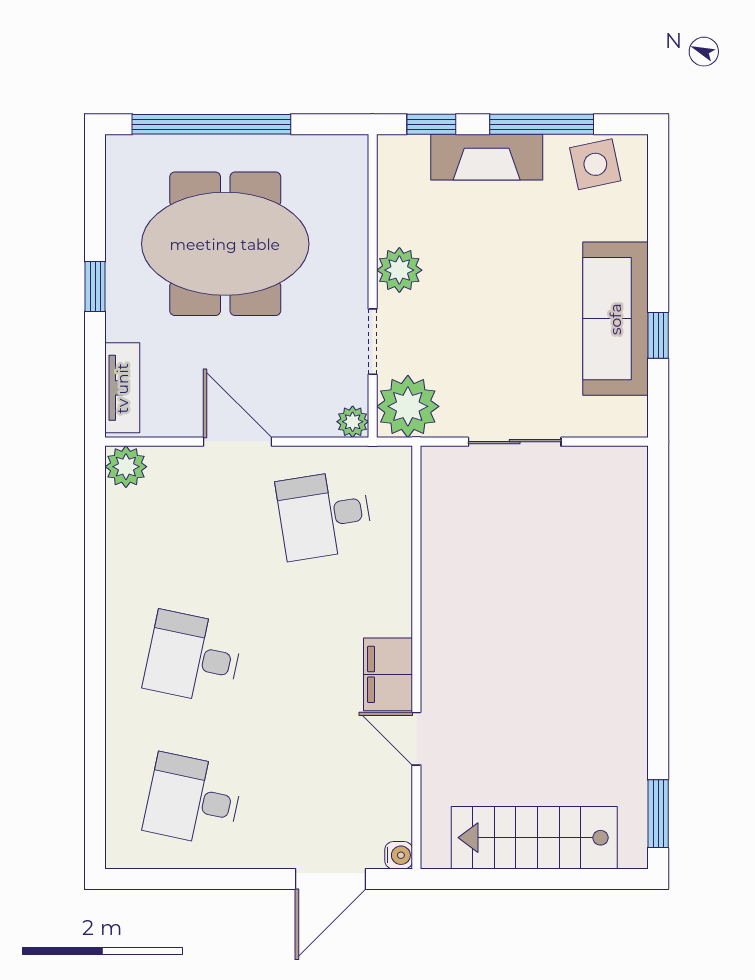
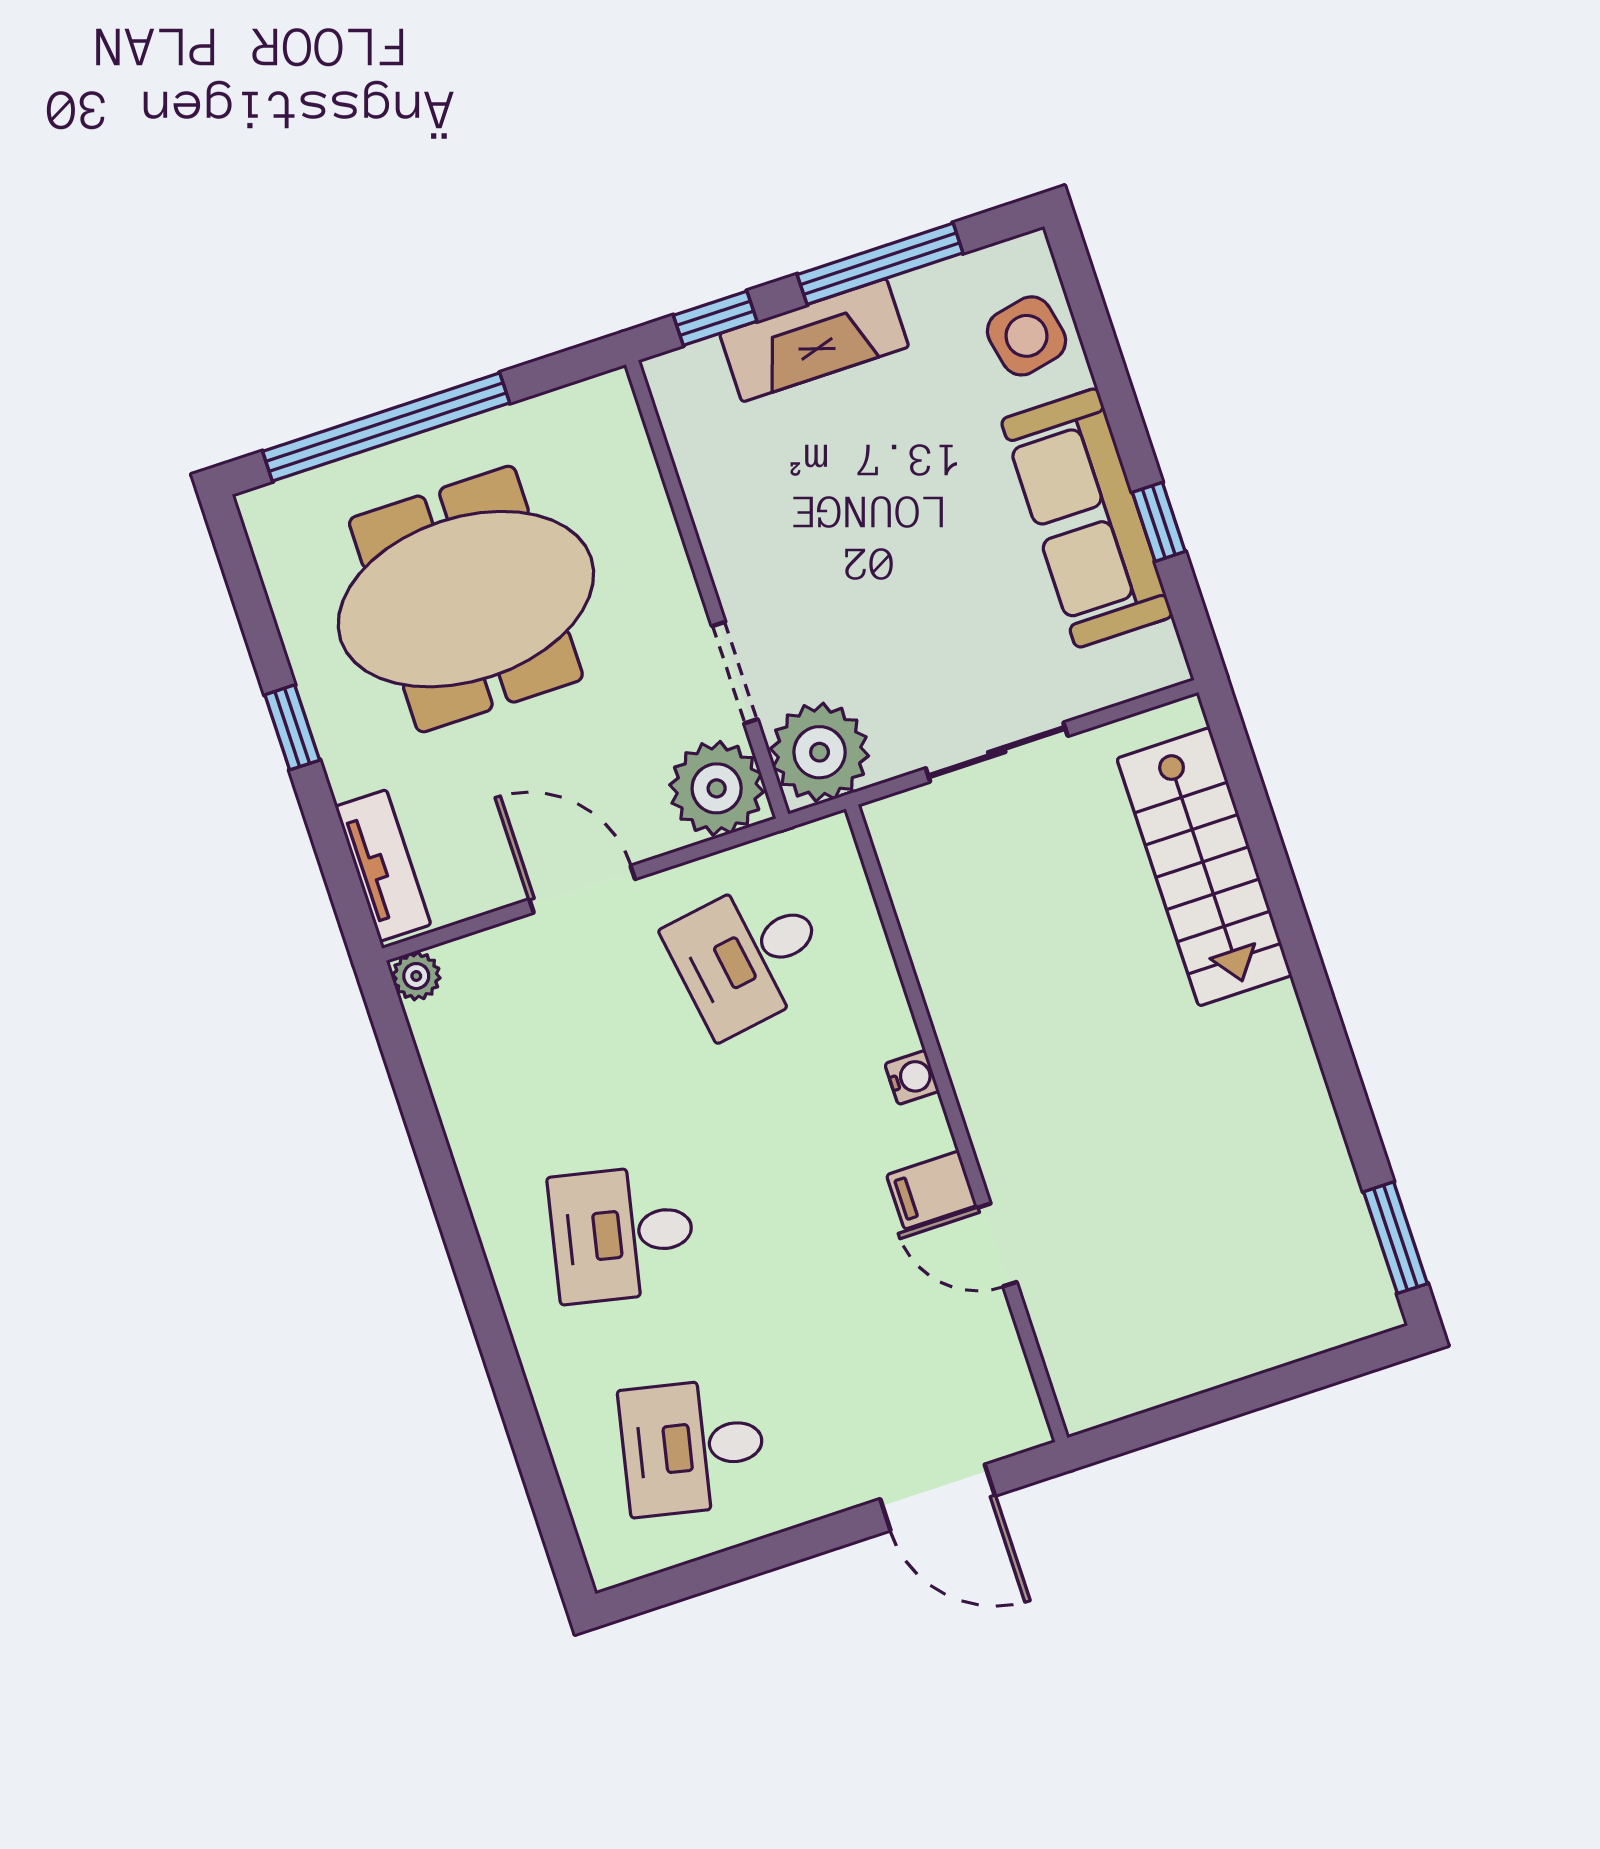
side table: (595, 164) -> (1027, 336), moved
plant: (399, 270) -> (739, 552), removed
plant: (353, 422) -> (717, 788), width x1.88, depth x1.88
plant: (126, 467) -> (416, 976), width x0.73, depth x0.73
filing cabinet: (388, 674) -> (932, 1190), width x0.50
stairs: (534, 838) -> (1204, 867), moved, turned -90
water cooler: (399, 855) -> (912, 1077), moved
door: (330, 879) -> (938, 1497), hinge flipped

